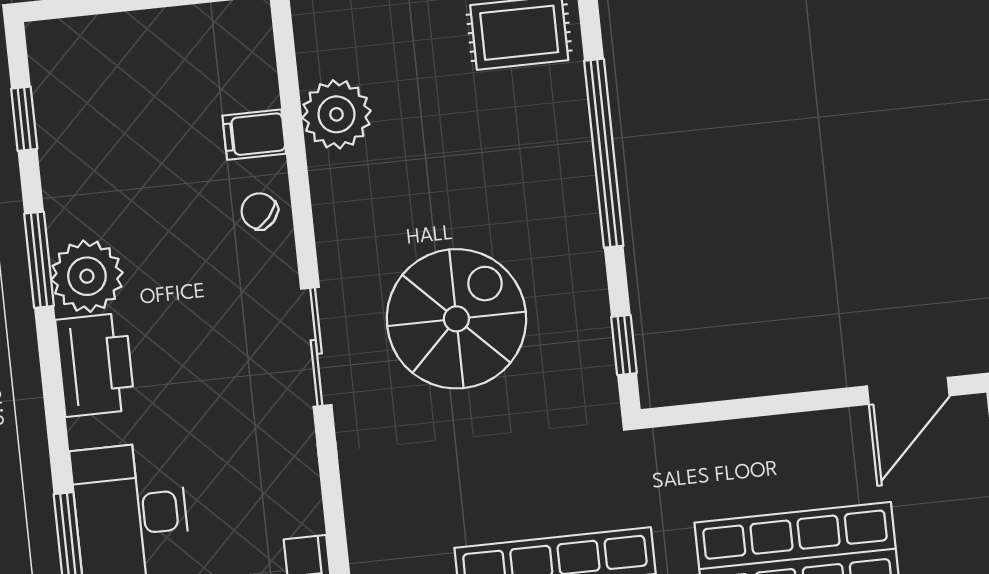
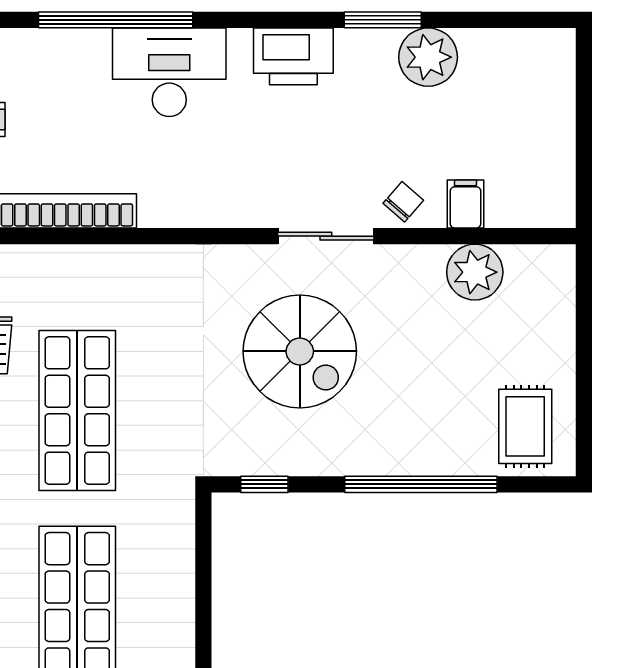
window: (24, 119) -> (498, 20), removed
plant: (87, 276) -> (428, 57), moved
sliding door: (316, 347) -> (326, 236), moved

